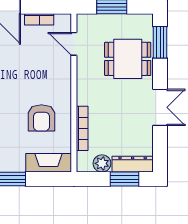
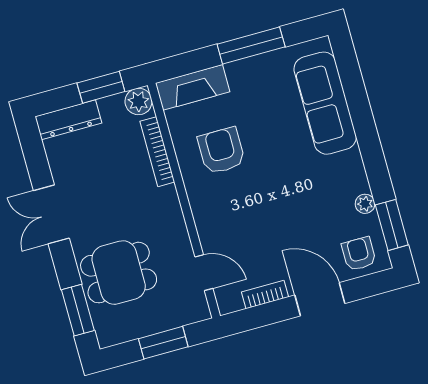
plant: (102, 163) -> (138, 101), moved
window: (125, 179) -> (101, 87), moved

